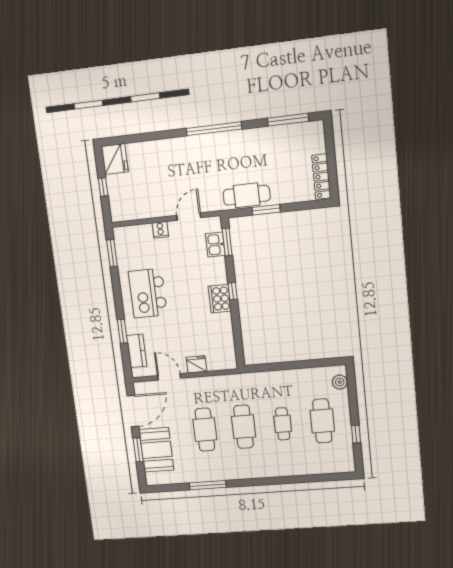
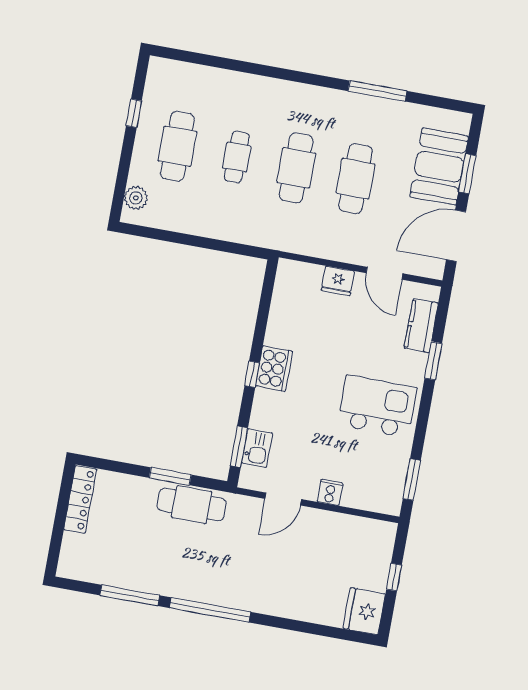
window: (288, 120) -> (130, 595), moved
kitchen island: (148, 293) -> (377, 406), turned -90

